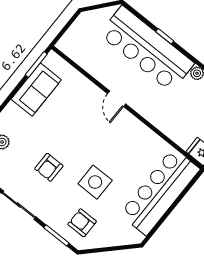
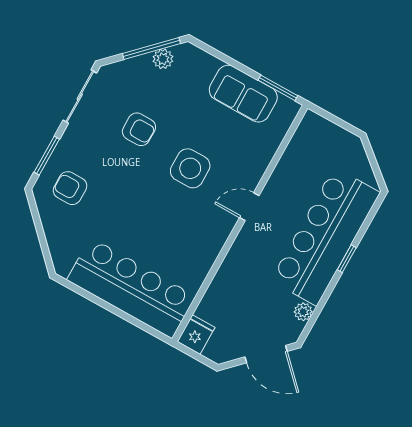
armchair: (49, 167) -> (139, 129), turned 180
side table: (95, 182) -> (190, 168), moved
armchair: (82, 223) -> (70, 188), turned -90

